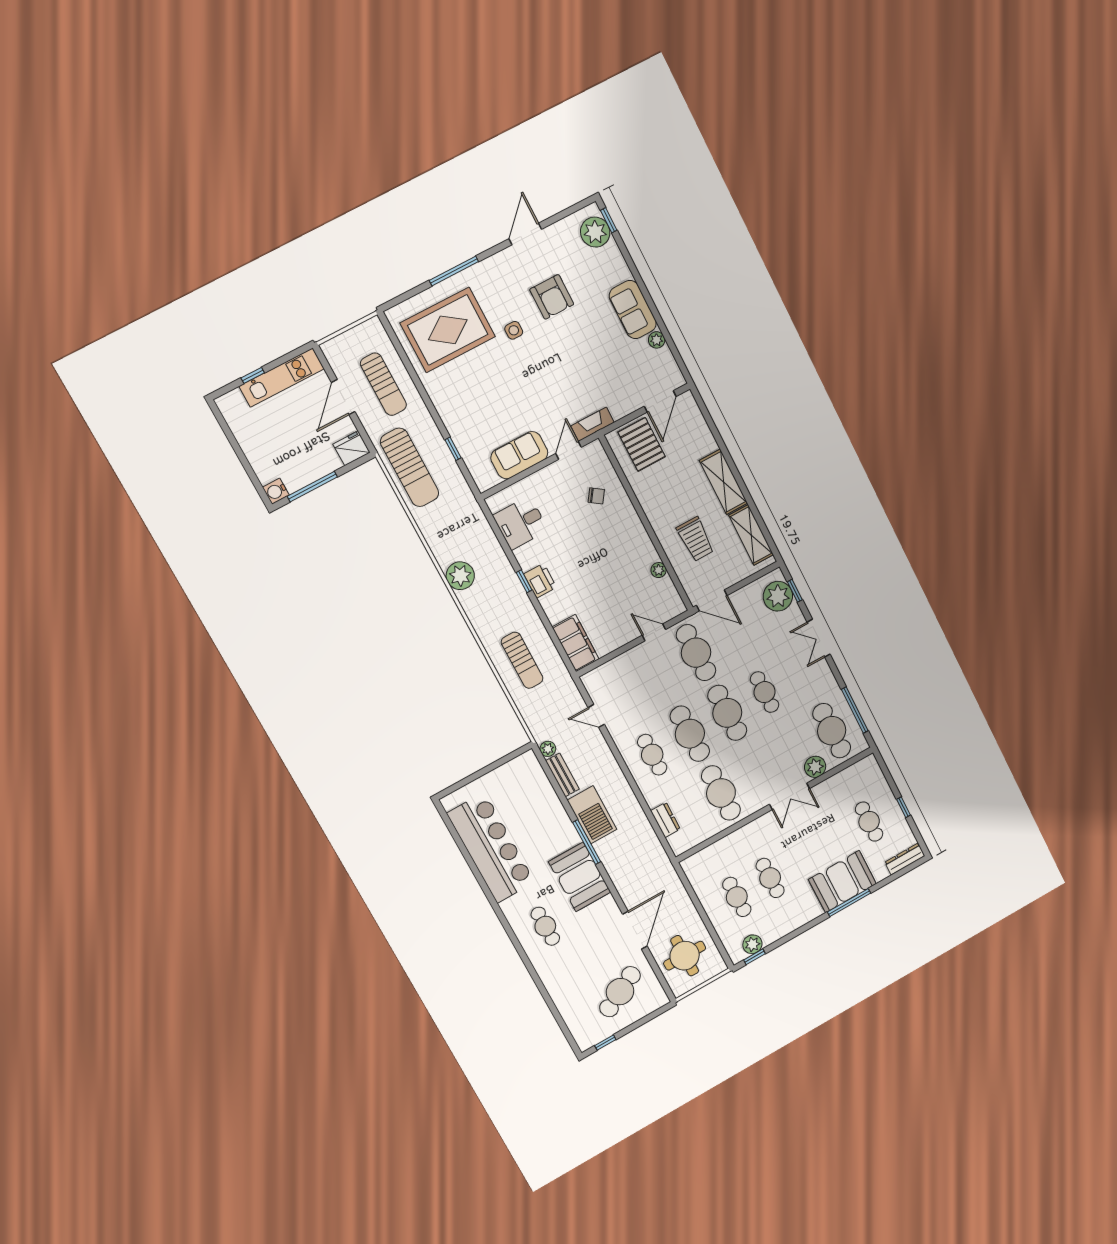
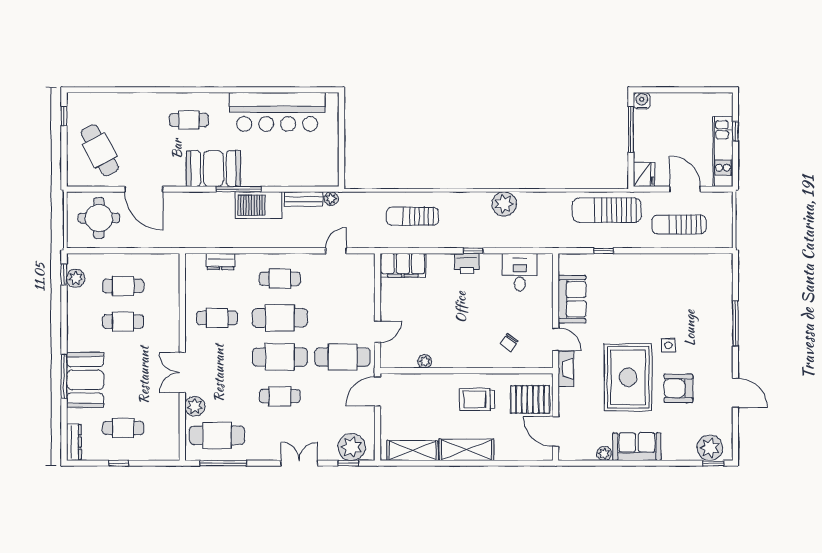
rug: (448, 330) -> (628, 377), moved
trolley: (695, 539) -> (477, 399), moved
cafe table: (721, 793) -> (217, 318), width x0.73, depth x0.74

